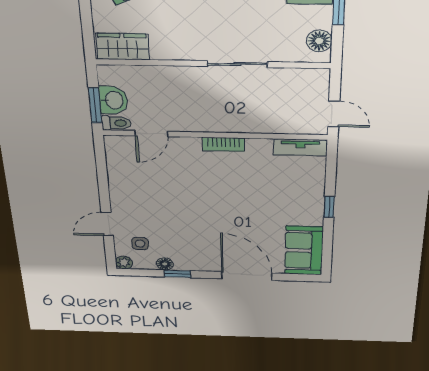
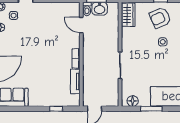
tv unit: (300, 147) -> (75, 81), moved
window: (329, 207) -> (56, 109), moved

